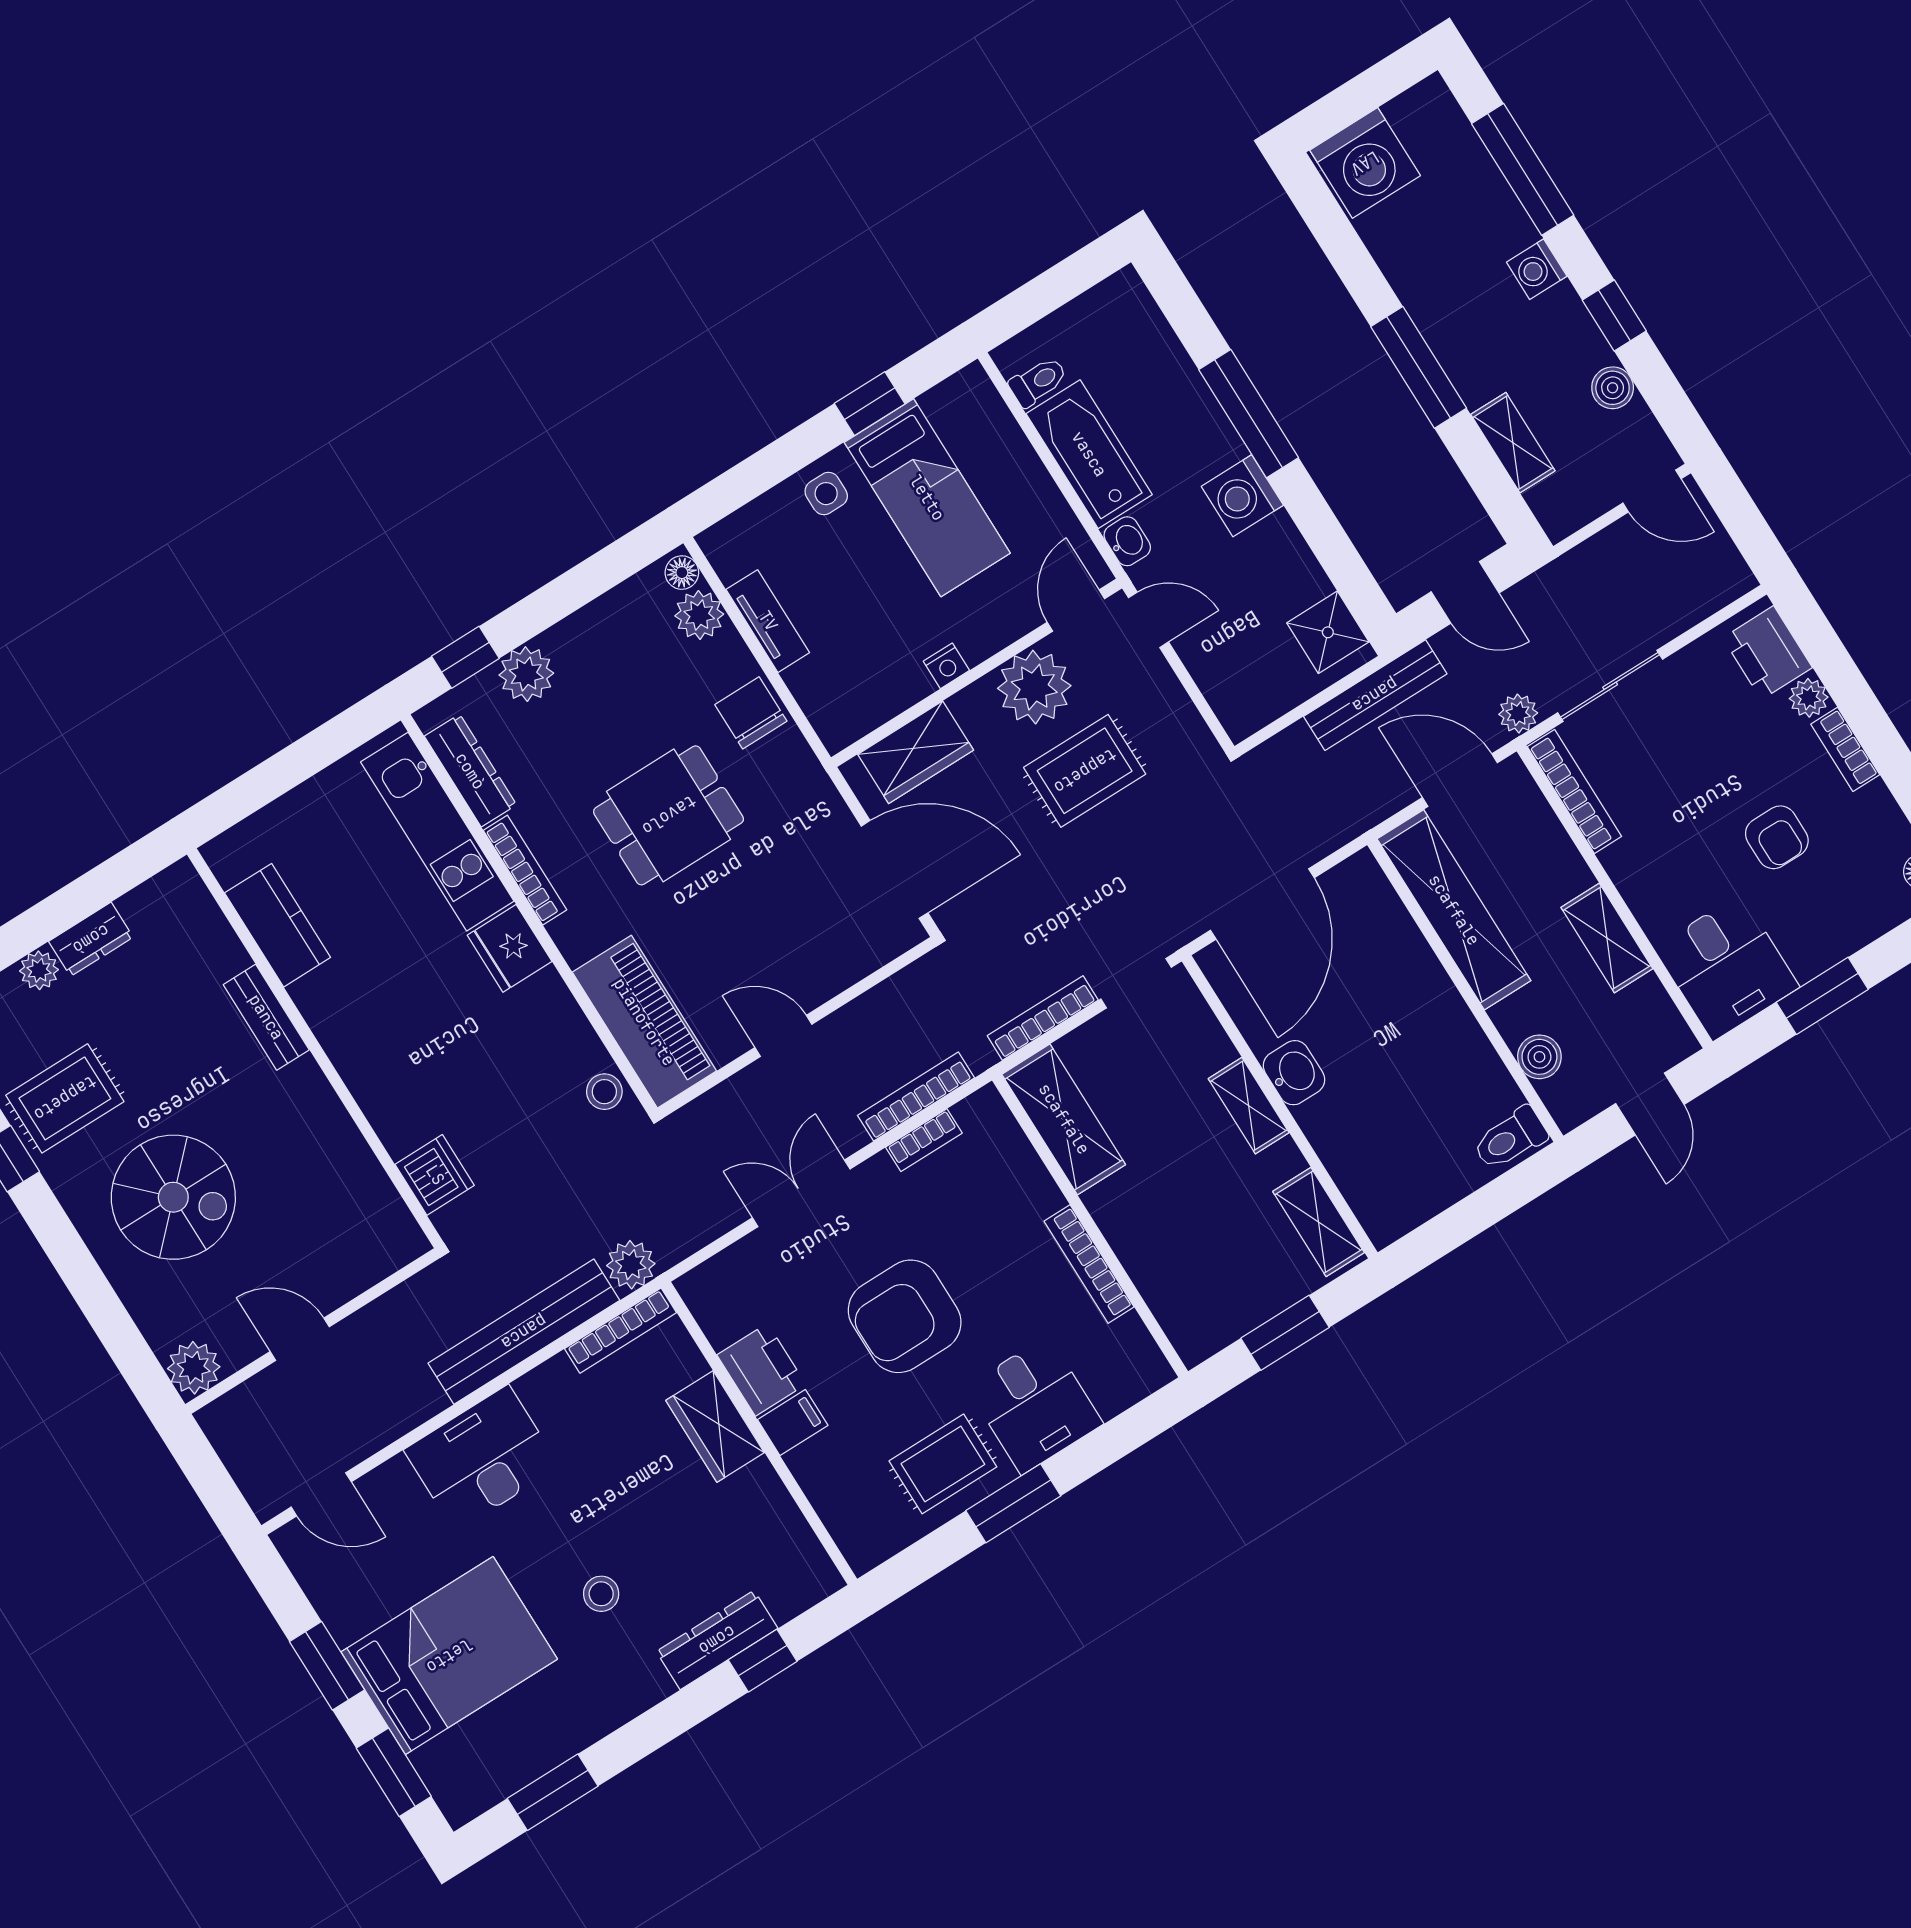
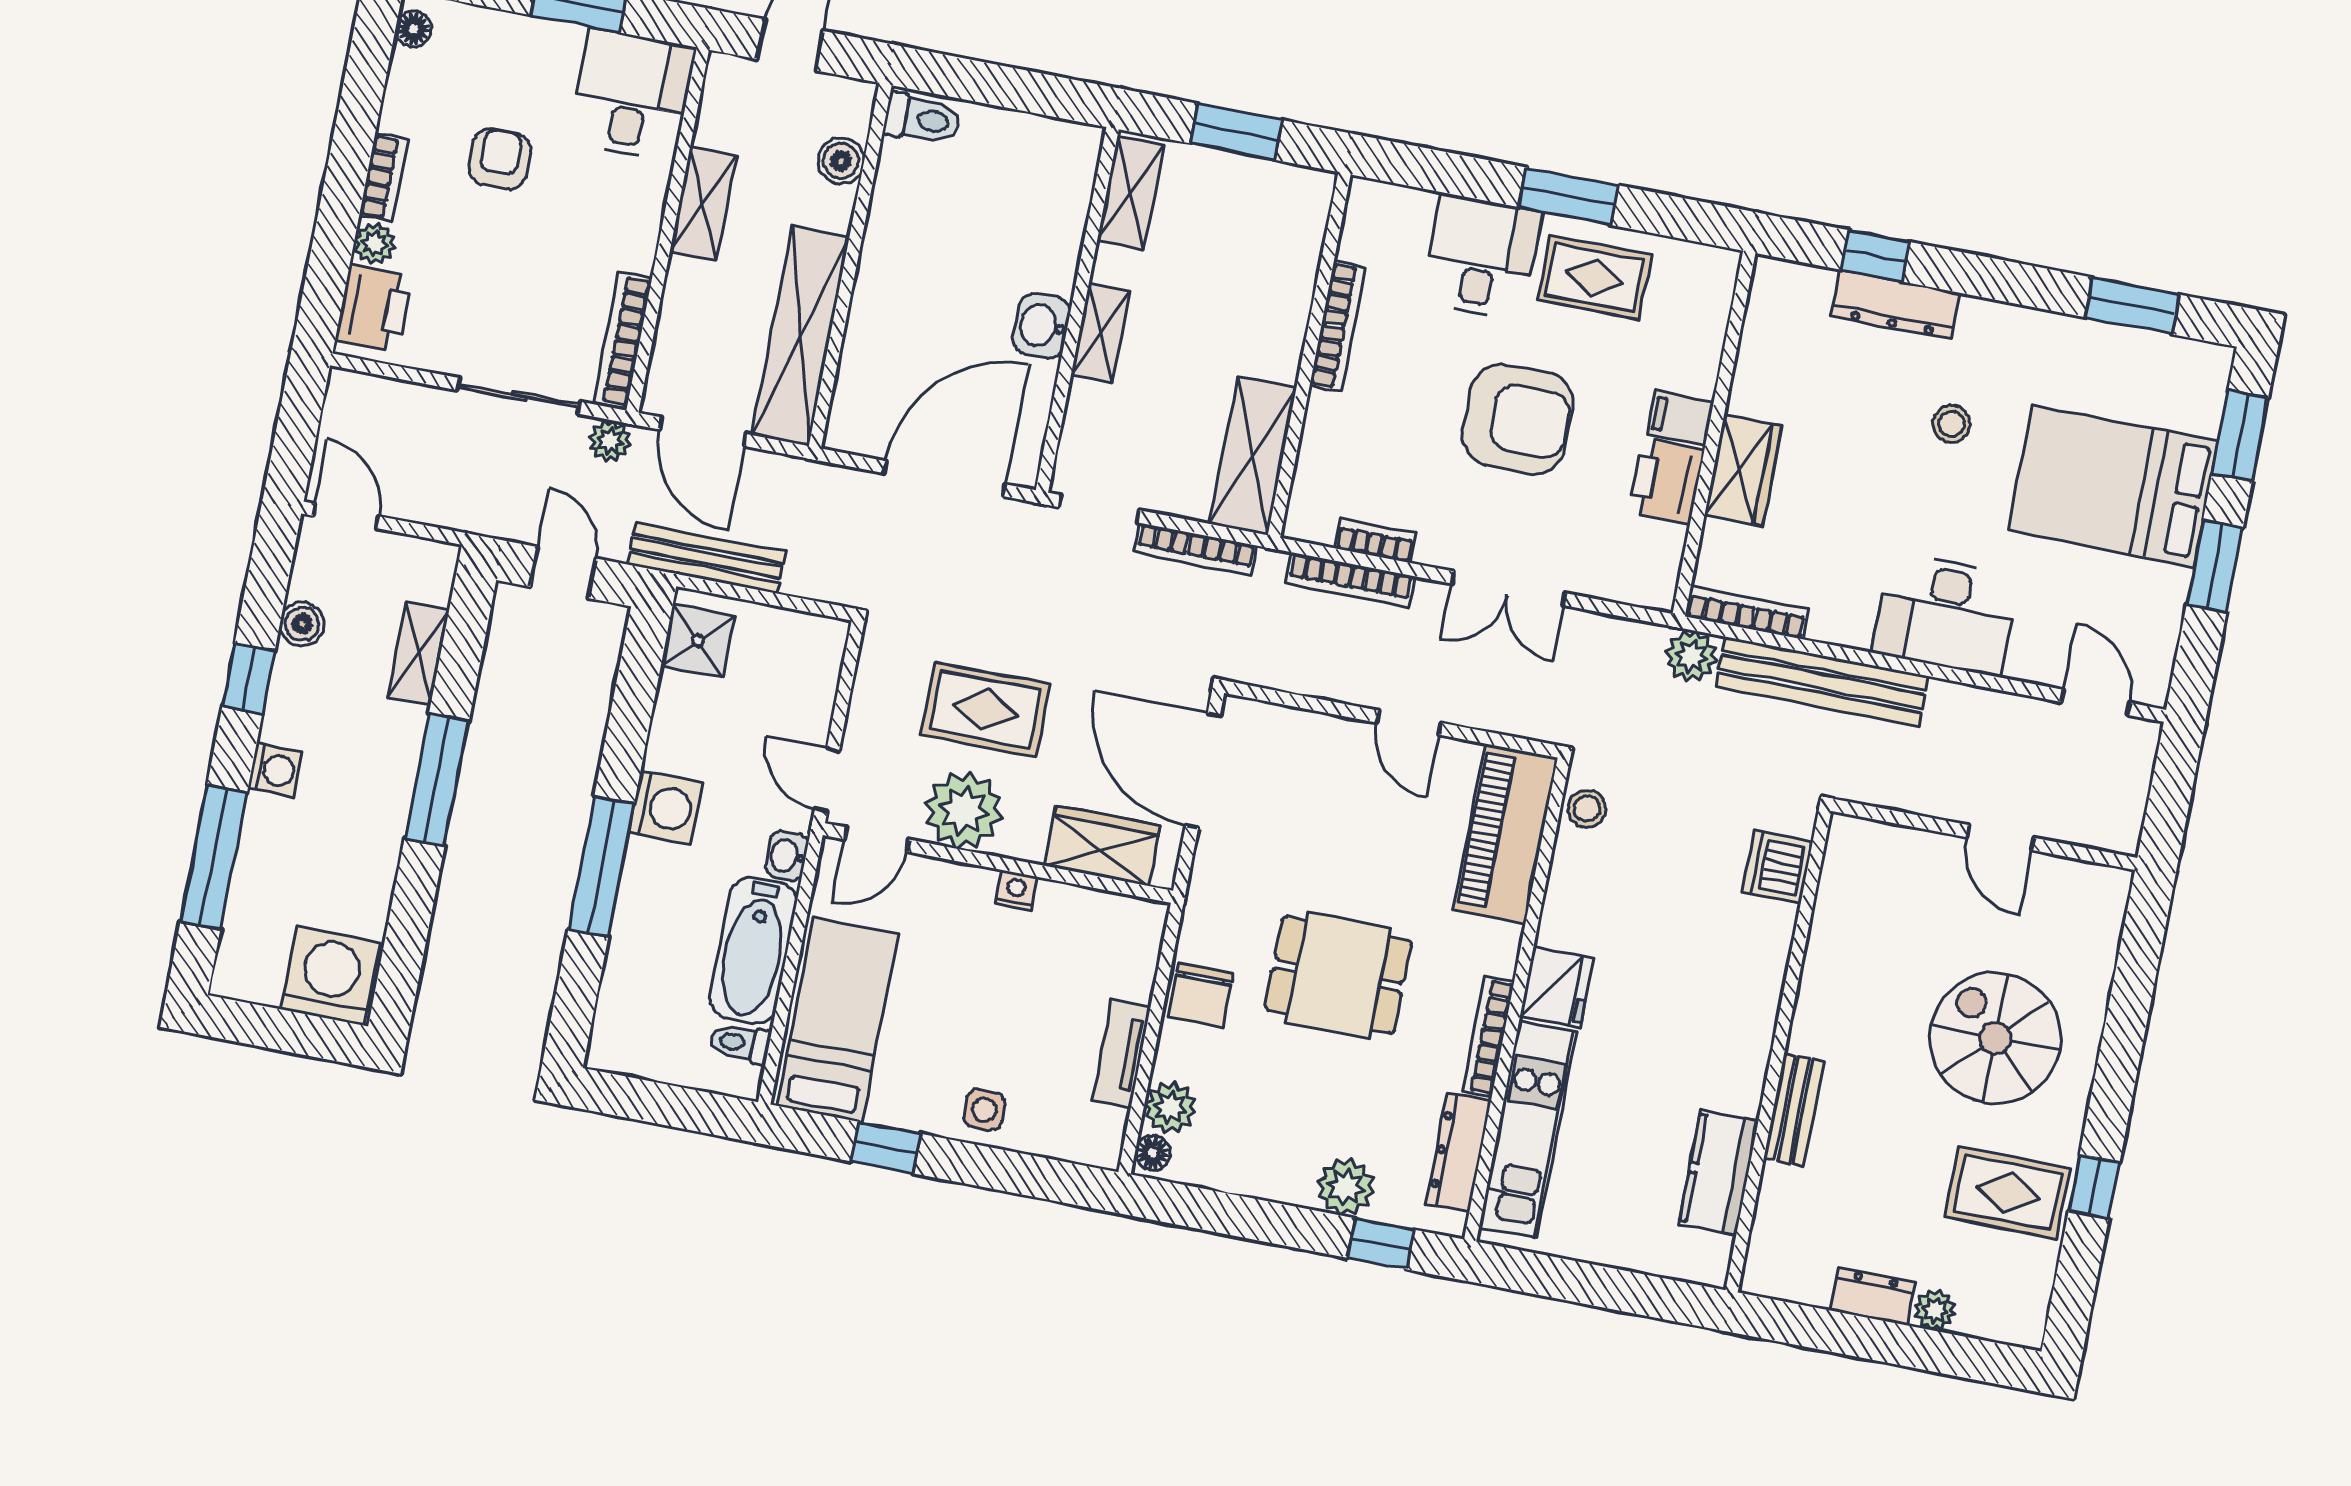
bed: (927, 498) -> (838, 1020), moved
plant: (194, 1368) -> (2102, 892), removed

